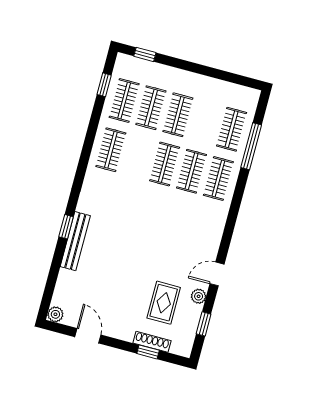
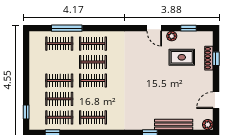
bench: (75, 241) -> (174, 124), moved

